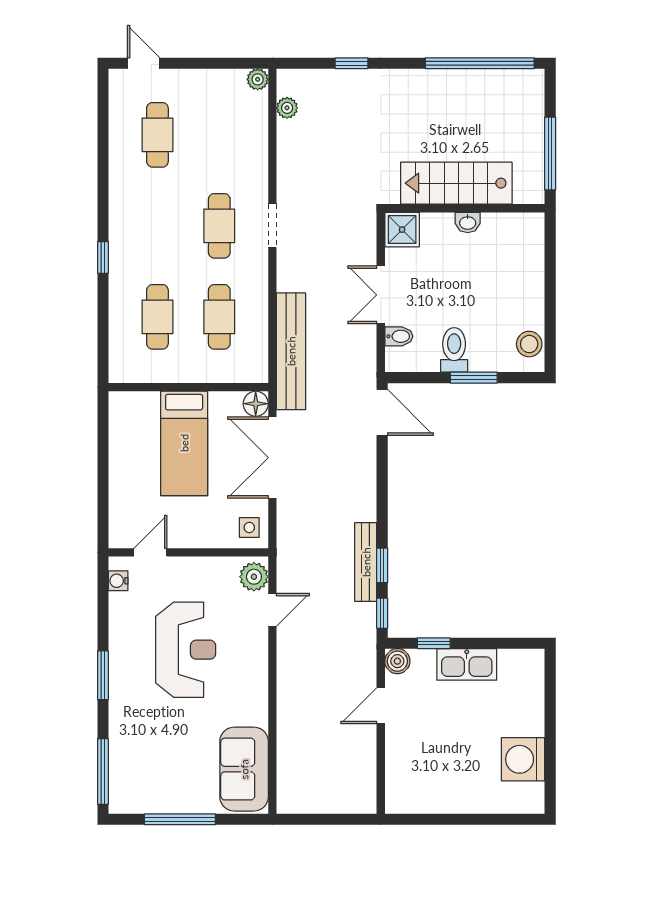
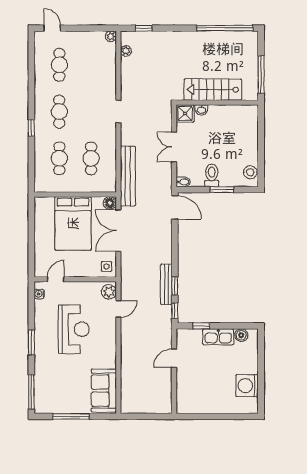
window: (352, 63) -> (144, 28), moved
washbasin: (468, 222) -> (201, 110), moved
cafe table: (219, 226) -> (59, 112), moved
bidet: (399, 336) -> (183, 182), moved
bed: (184, 443) -> (73, 223), width x1.50
boiler: (397, 661) -> (241, 335), moved

